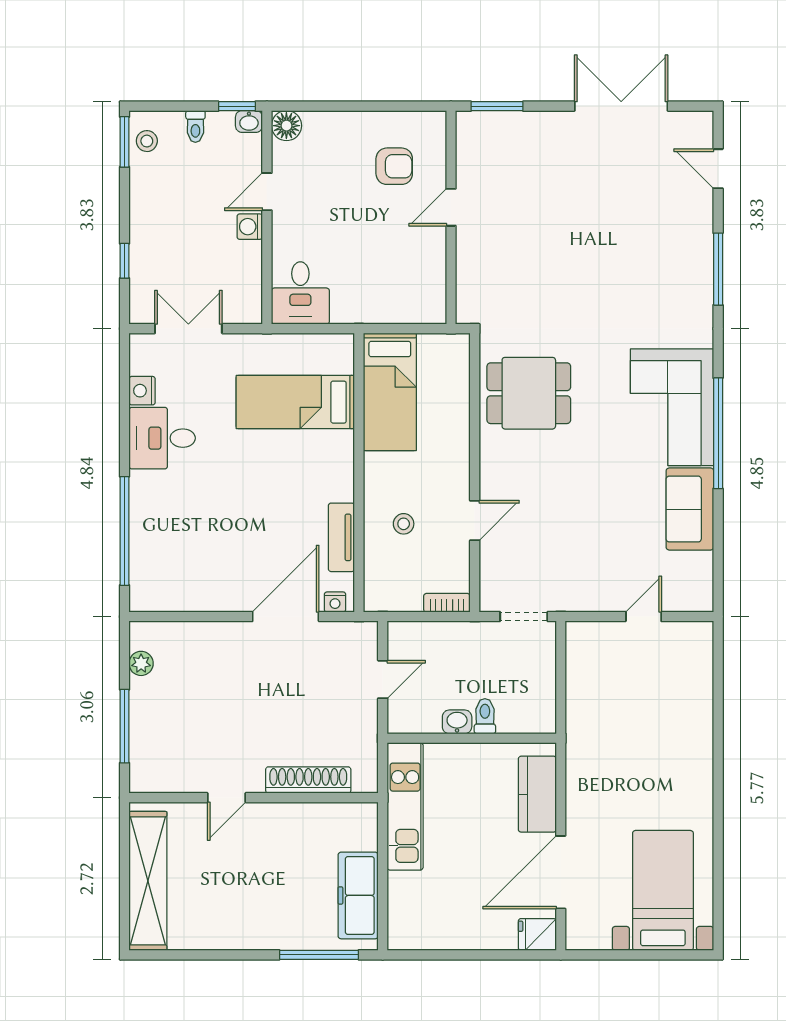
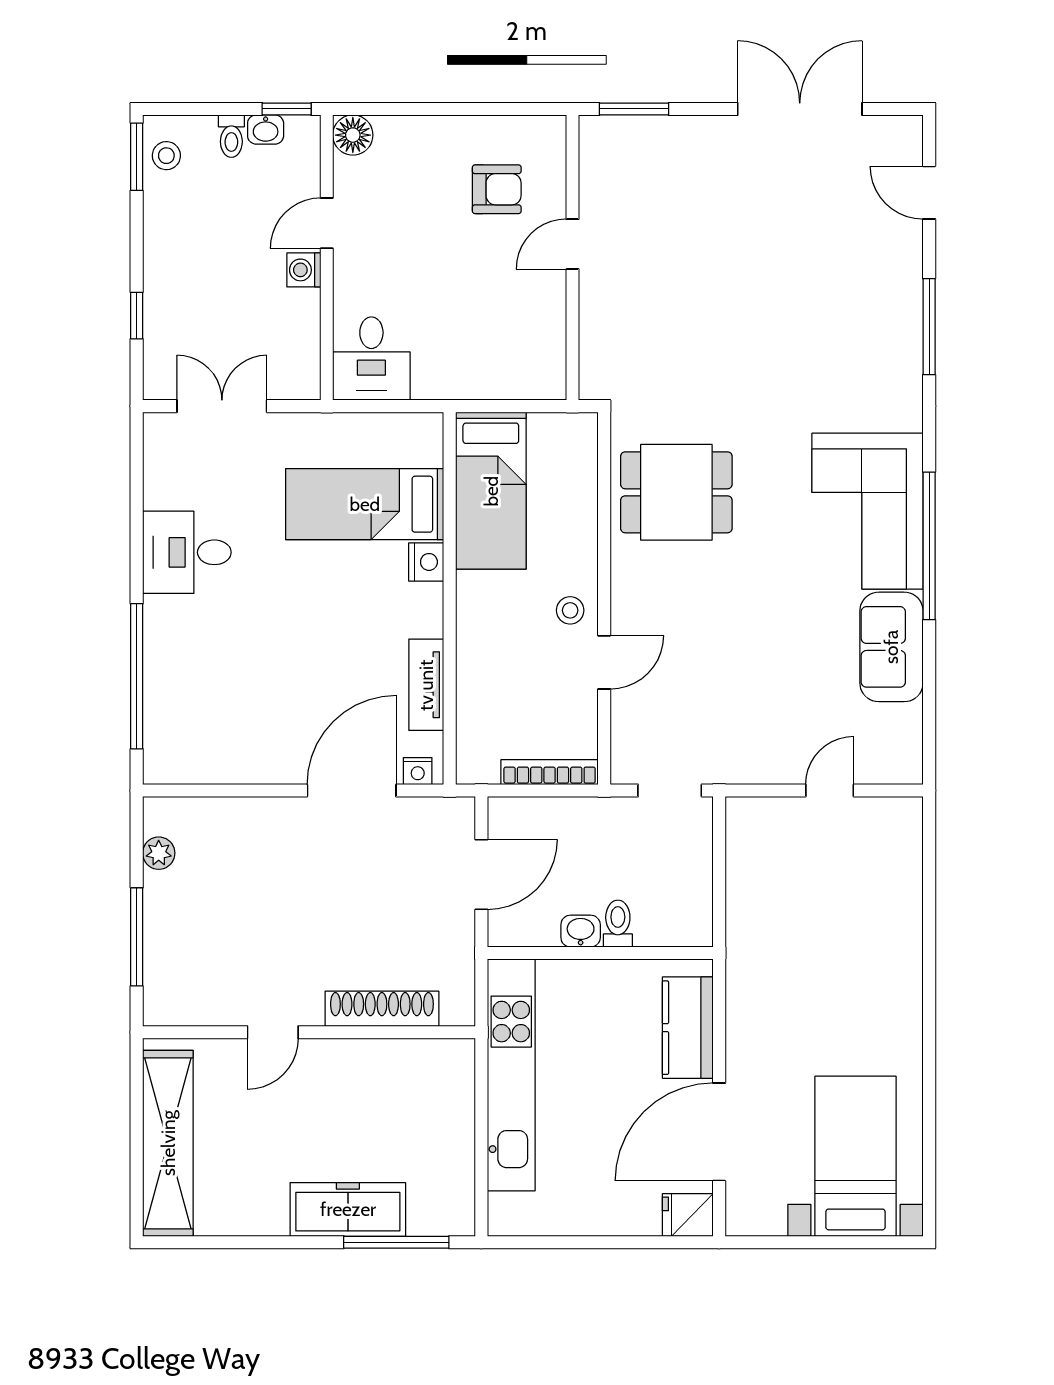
washbasin: (249, 121) -> (266, 130), moved
nightstand: (142, 391) -> (426, 562), moved, turned 180
stool: (404, 524) -> (570, 610), moved
bookcase: (447, 603) -> (550, 772), width x1.56
door: (383, 679) -> (481, 875), width x1.38
kitchen unit: (405, 806) -> (511, 1075), width x1.36
freezer: (358, 895) -> (348, 1209), moved, turned 90

